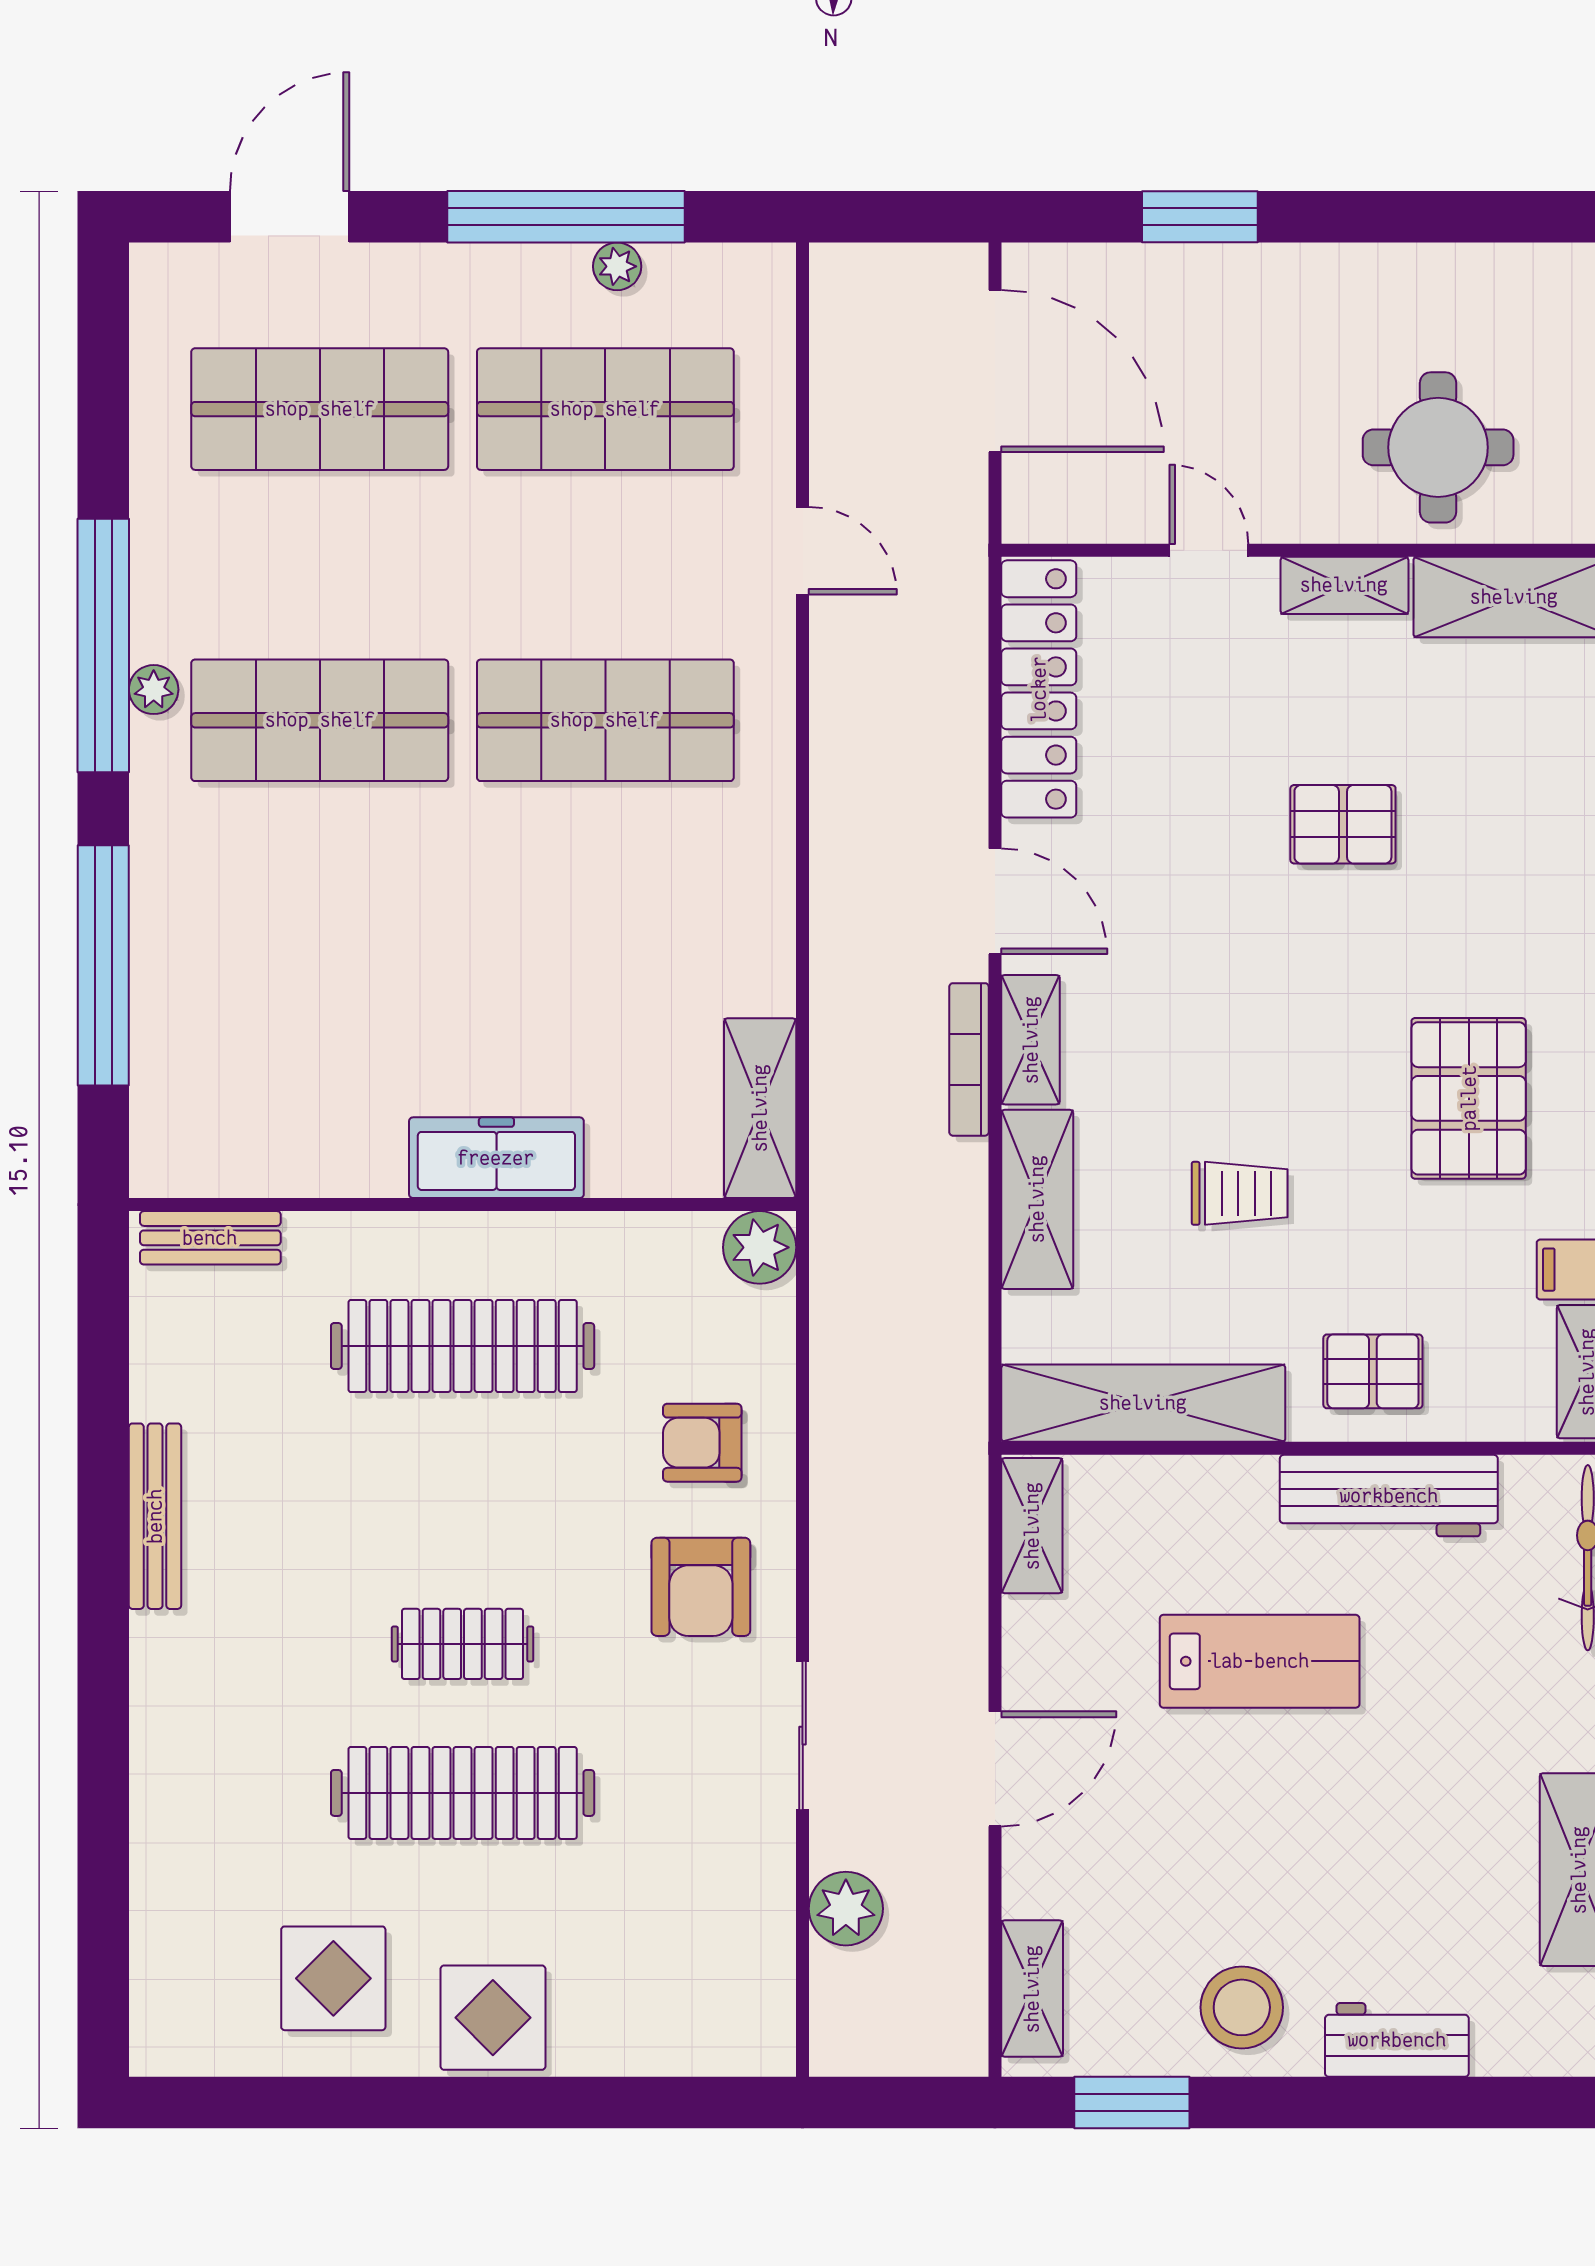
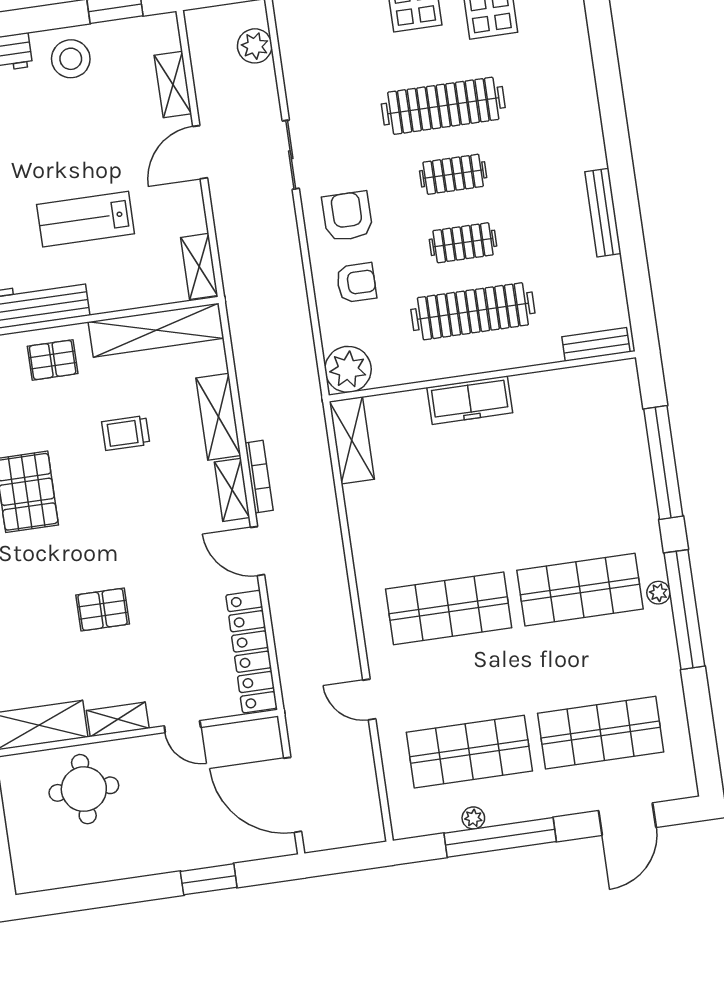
plant: (760, 1247) -> (348, 369), width x1.36, depth x1.36
clothes rail: (463, 1495) -> (463, 243), added
plant: (846, 1909) -> (255, 46), moved
shelving: (1032, 1989) -> (173, 84), moved

